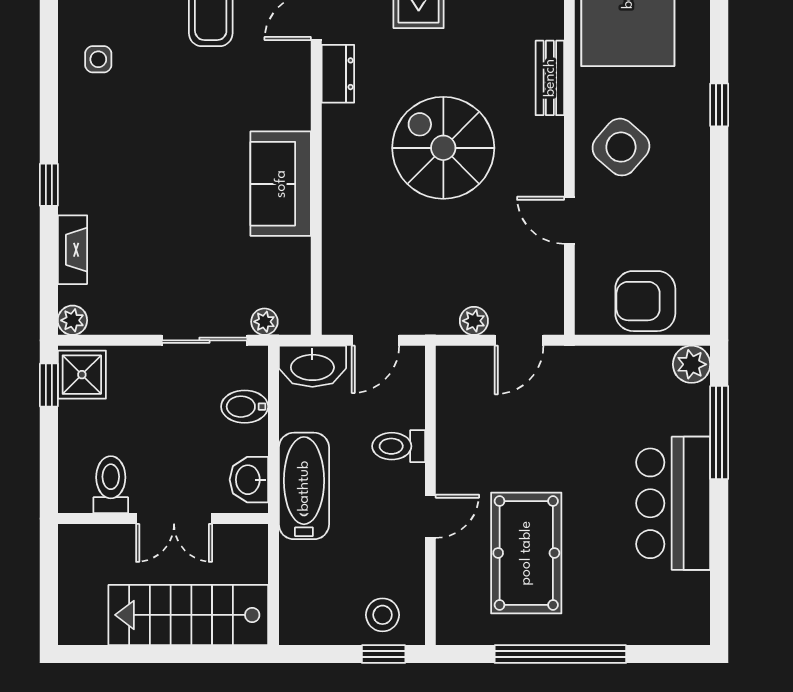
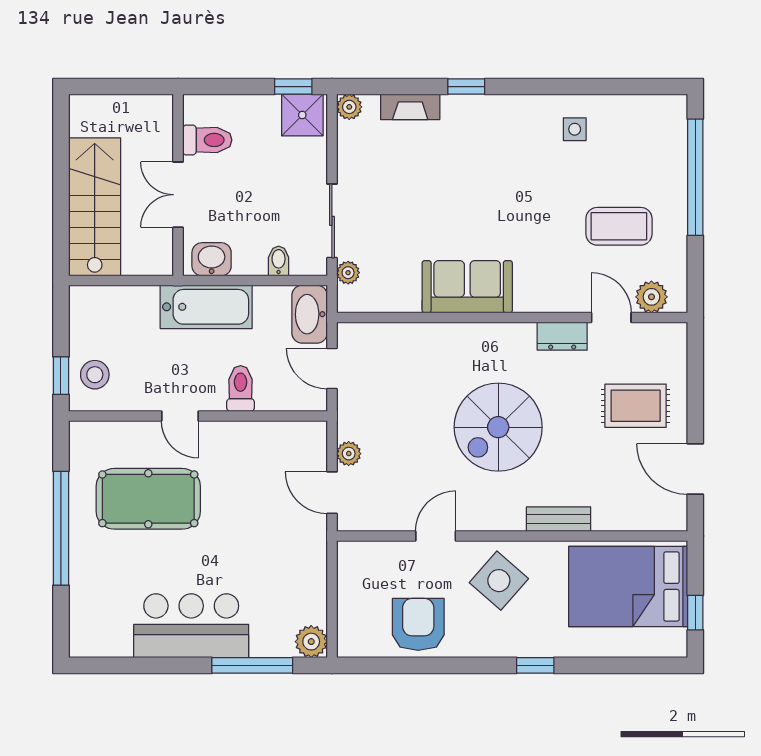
spiral stairs: (443, 148) -> (498, 427), turned 180
armchair: (645, 301) -> (418, 624), moved
bidet: (245, 407) -> (279, 261), width x0.72, depth x0.74

